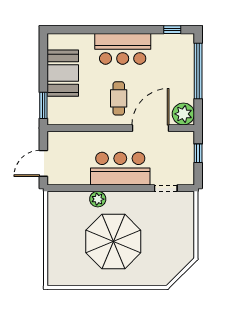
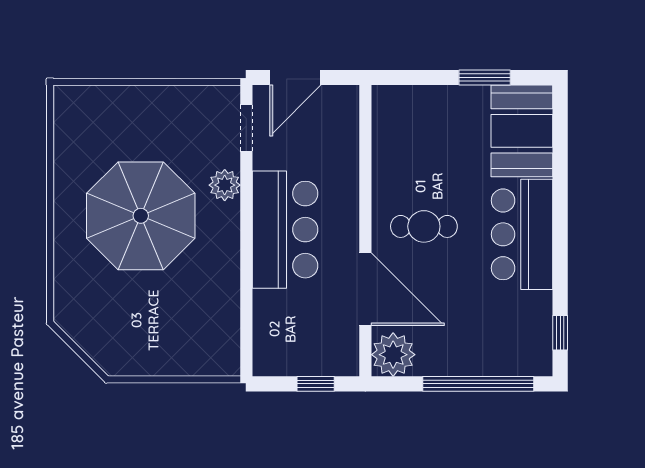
booth: (63, 73) -> (522, 131), moved, turned 90
window: (43, 105) -> (485, 78), moved
door: (43, 163) -> (295, 78), swing flipped
doorway: (166, 188) -> (246, 128), moved

